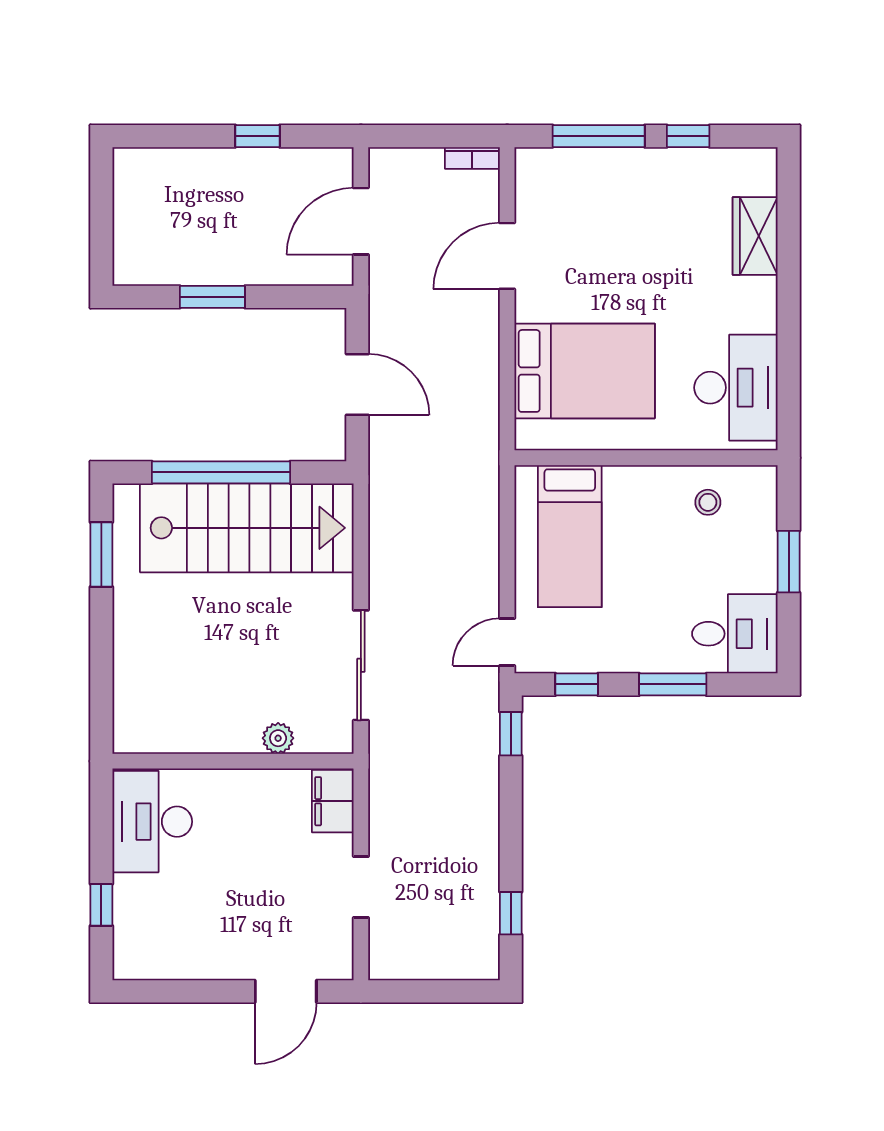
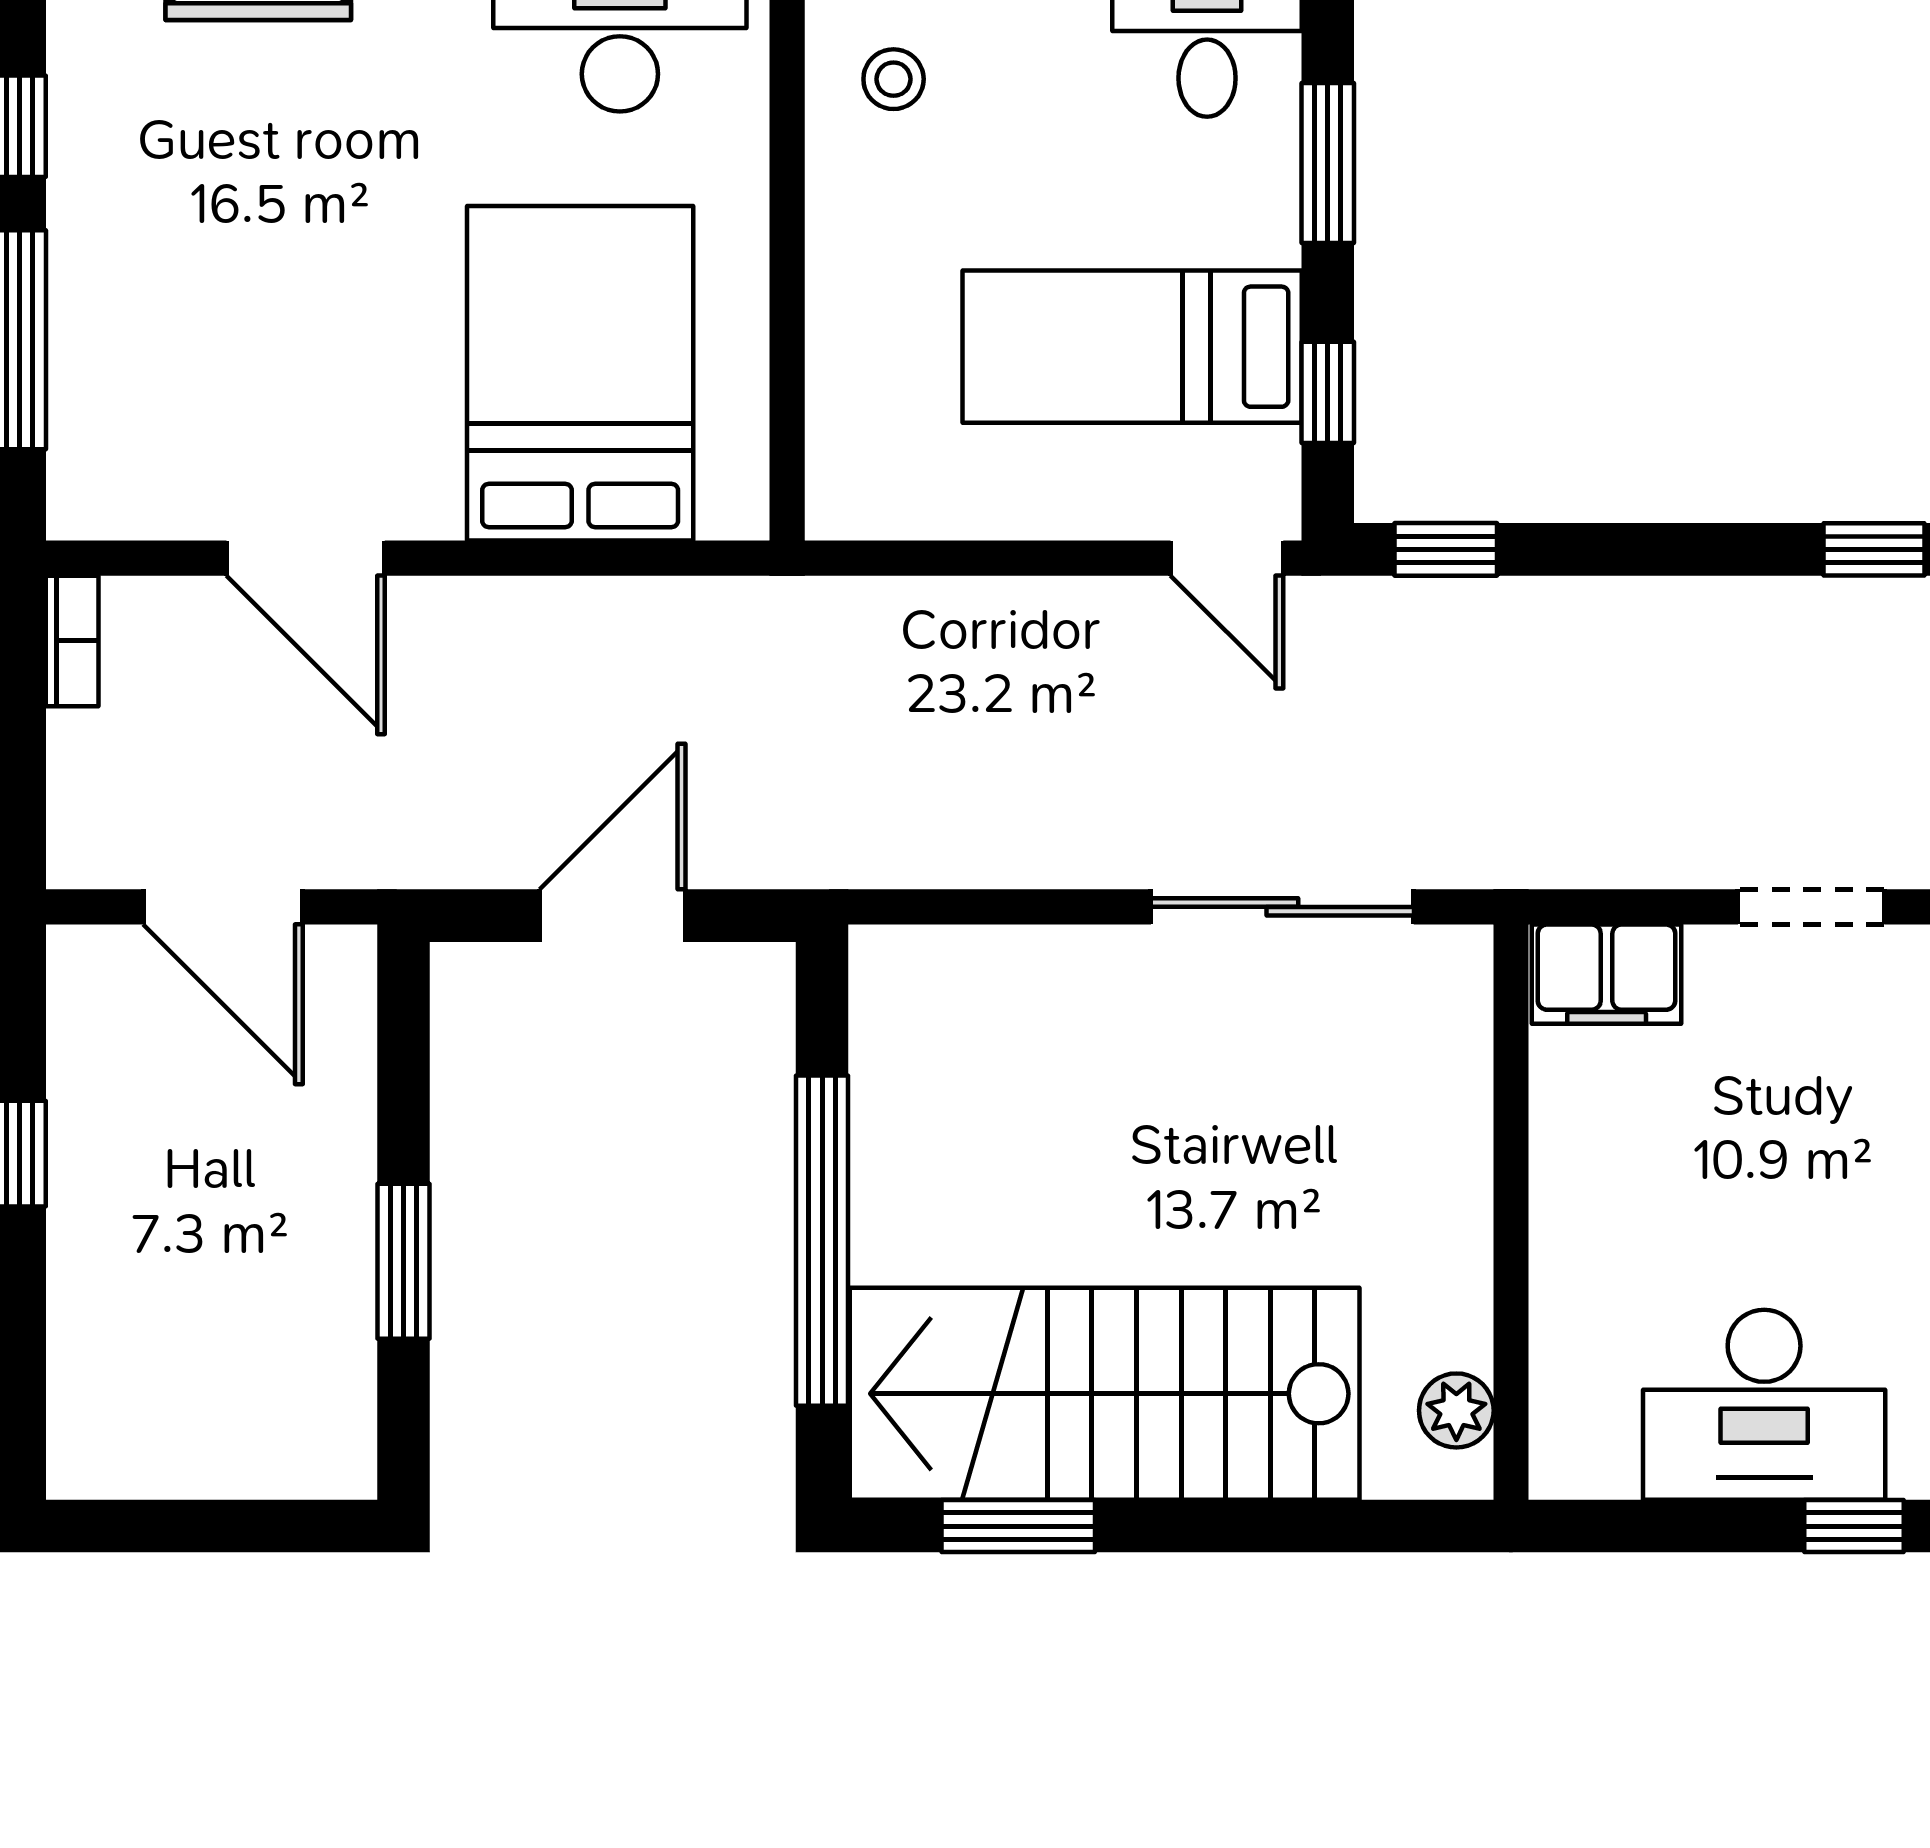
stairs: (247, 528) -> (1105, 1394), moved, turned -90
bed: (570, 536) -> (1132, 347), moved, turned 180
plant: (278, 738) -> (1456, 1410), moved
desk: (152, 822) -> (1764, 1405), moved

